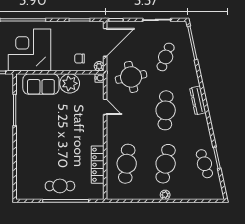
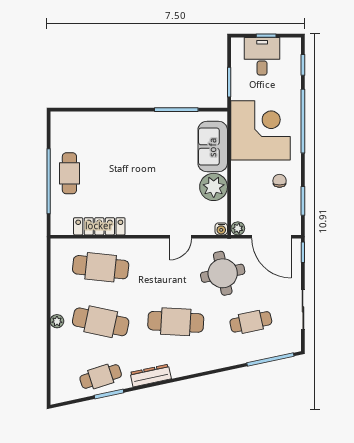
cafe table: (166, 57) -> (251, 322), turned -33
chair: (80, 58) -> (280, 181), moved
dresser: (198, 100) -> (151, 376), moved

